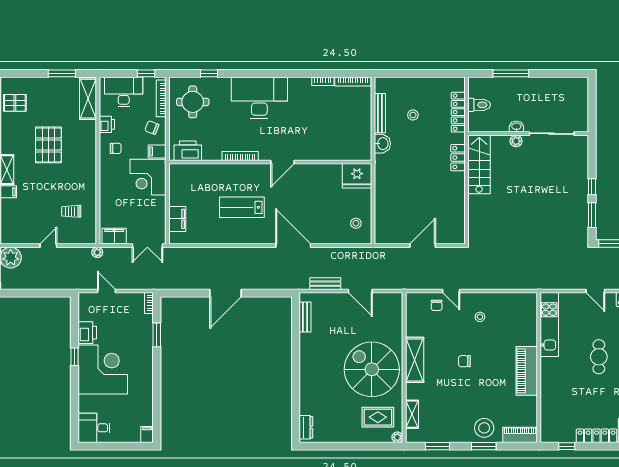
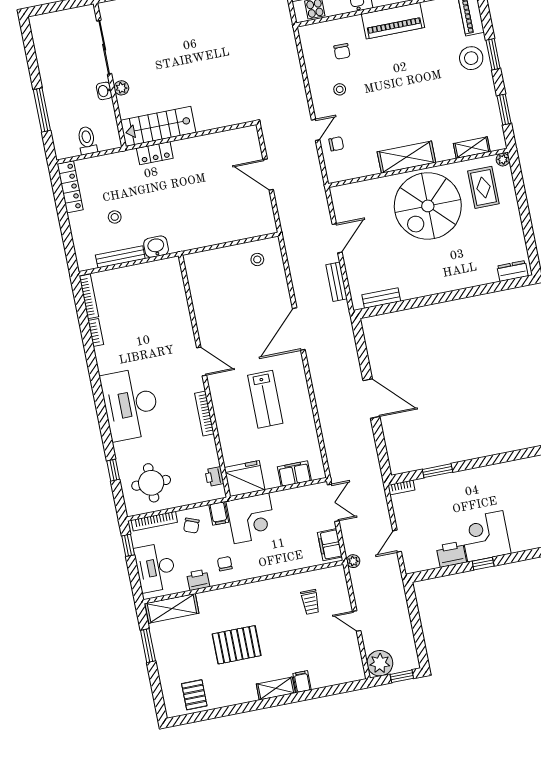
locker: (458, 112) -> (70, 187), moved, turned -90
printer: (188, 151) -> (214, 477), width x0.53, depth x0.68
fridge: (357, 176) -> (245, 479), moved, turned -90
chair: (464, 361) -> (342, 51), moved
corner desk: (103, 369) -> (485, 536), width x0.74, depth x0.74

